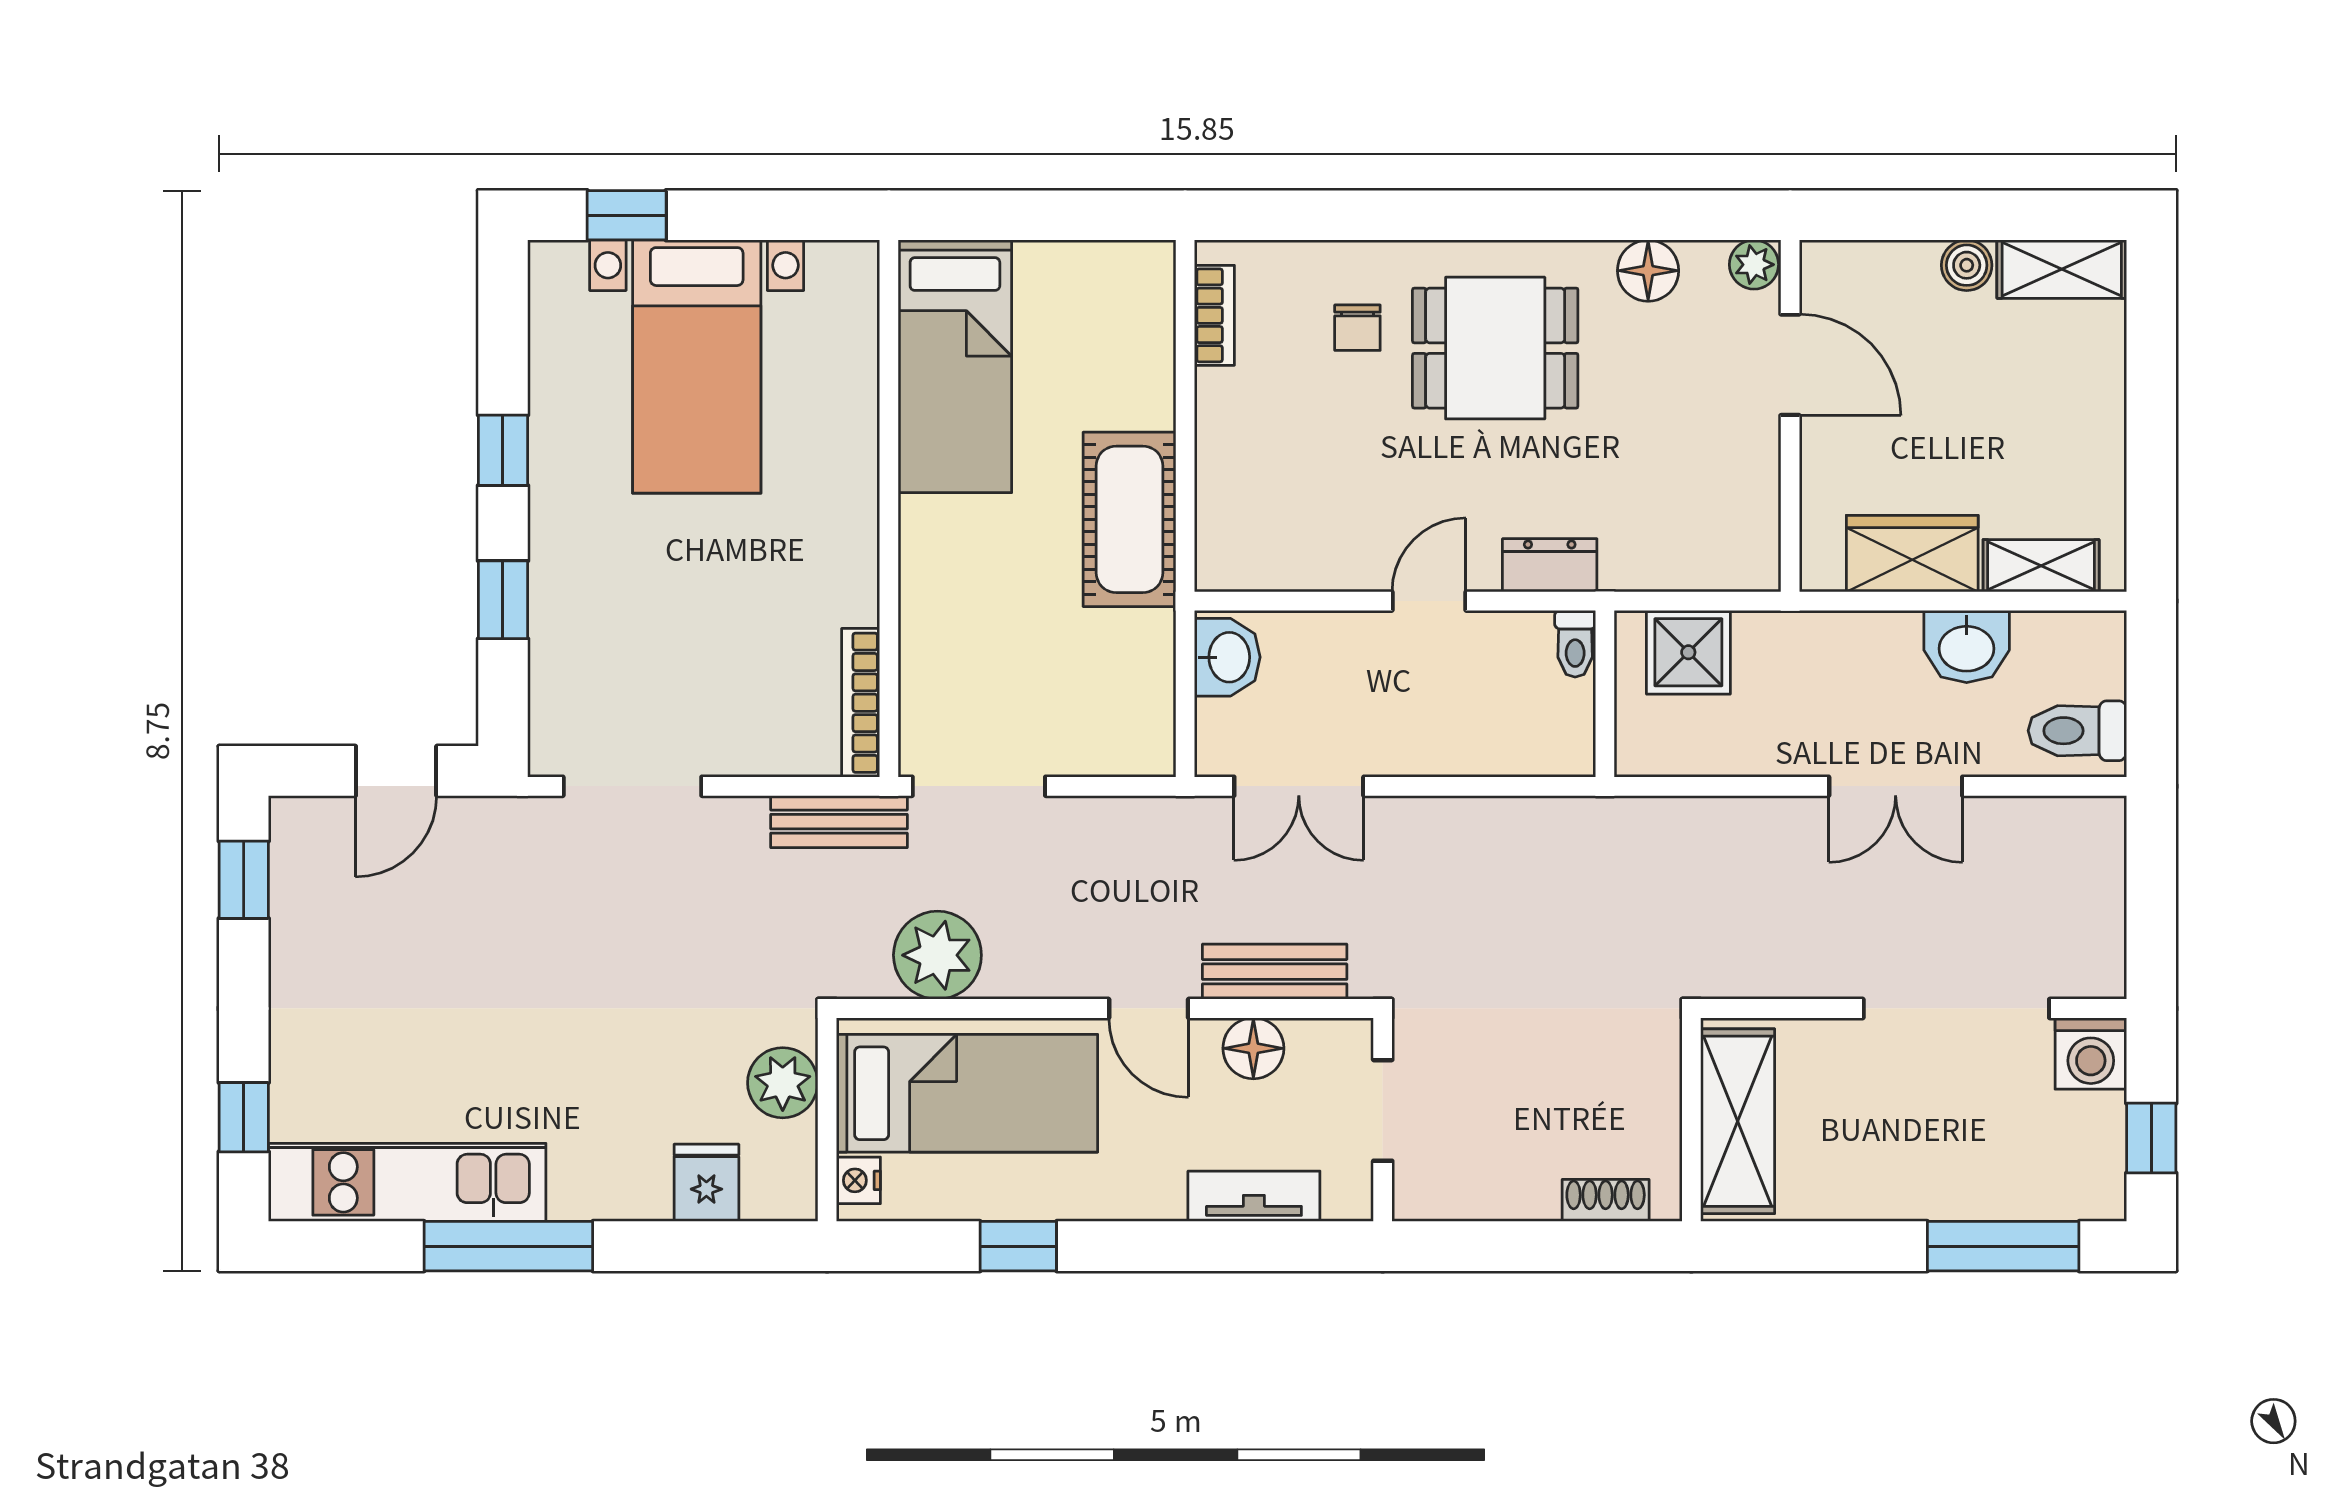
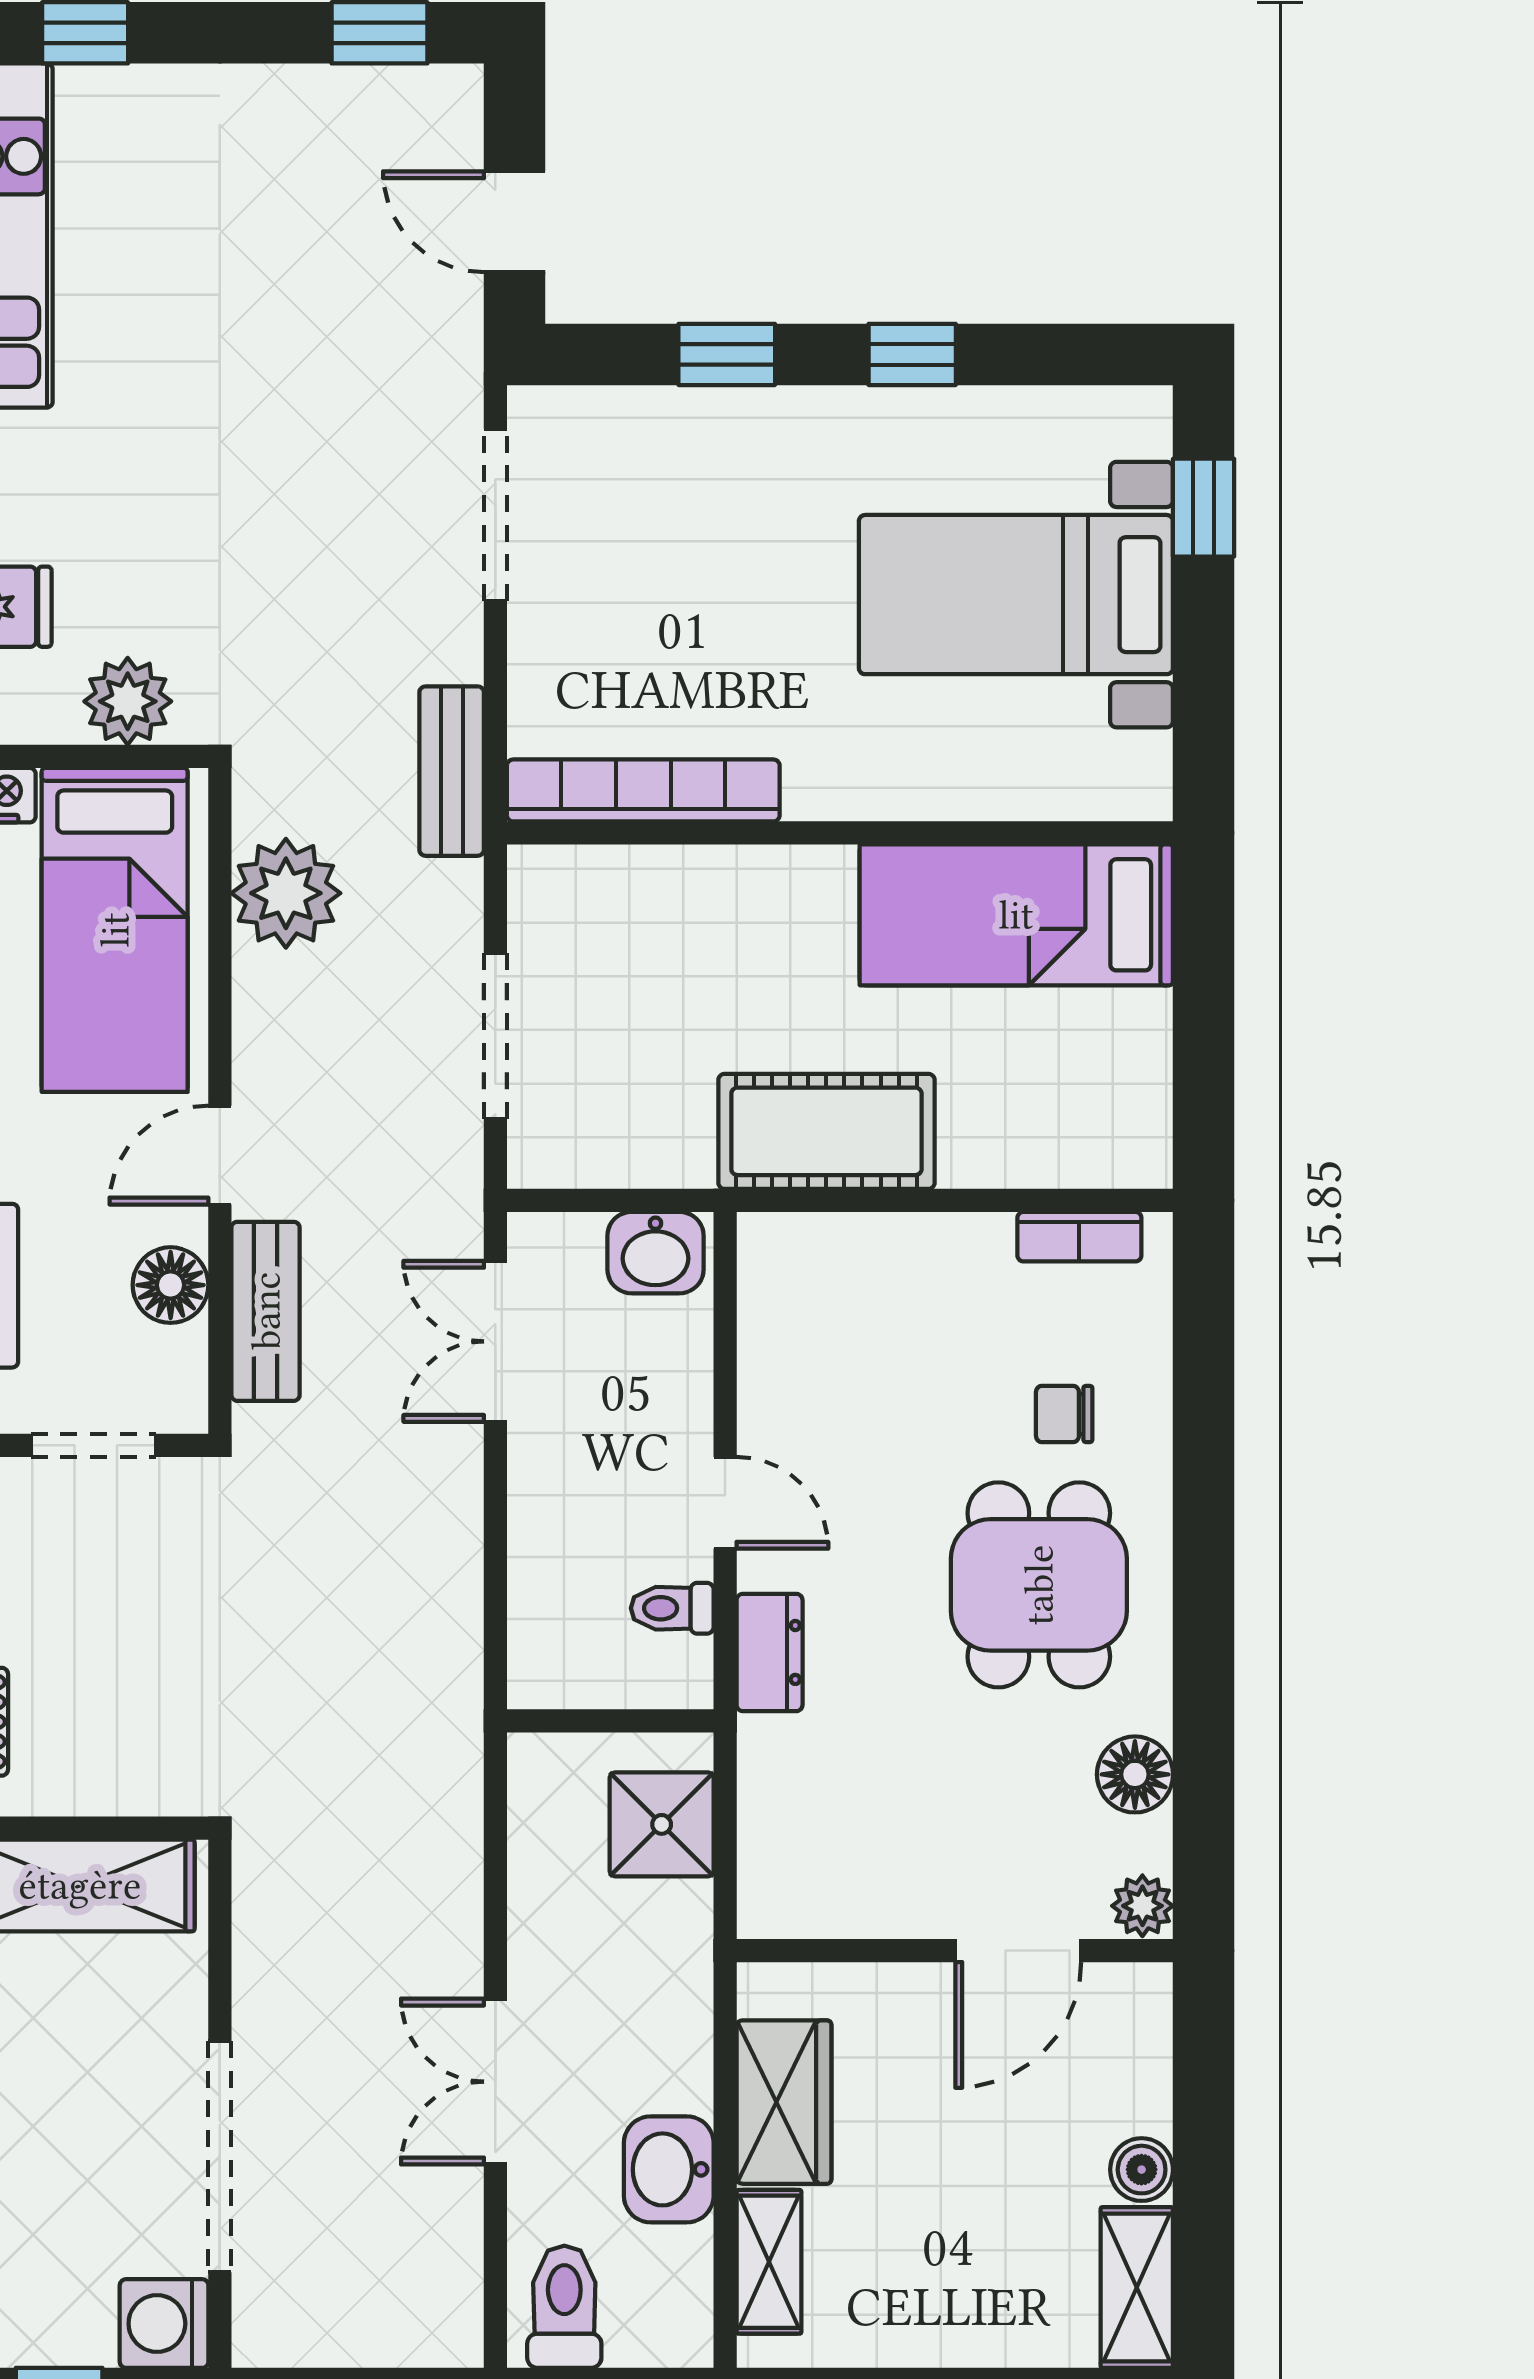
toilet: (1575, 644) -> (672, 1608), moved
bookcase: (861, 703) -> (643, 790), width x1.48, depth x1.31
doorway: (979, 786) -> (495, 1036), moved

